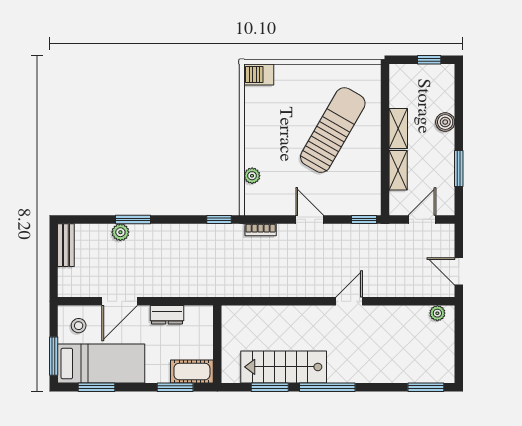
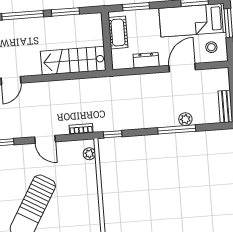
plant: (252, 176) -> (89, 154), moved
window: (133, 219) -> (177, 129), width x1.44
stairs: (284, 367) -> (73, 61), moved, turned 180
cot: (192, 372) -> (118, 33), moved, turned 90

